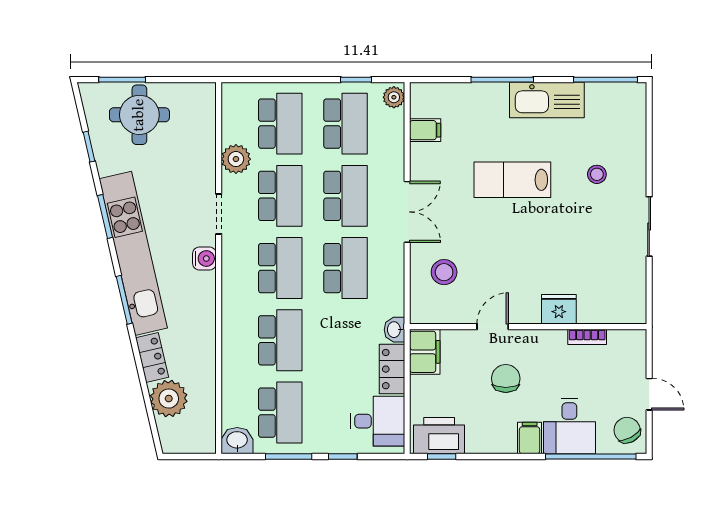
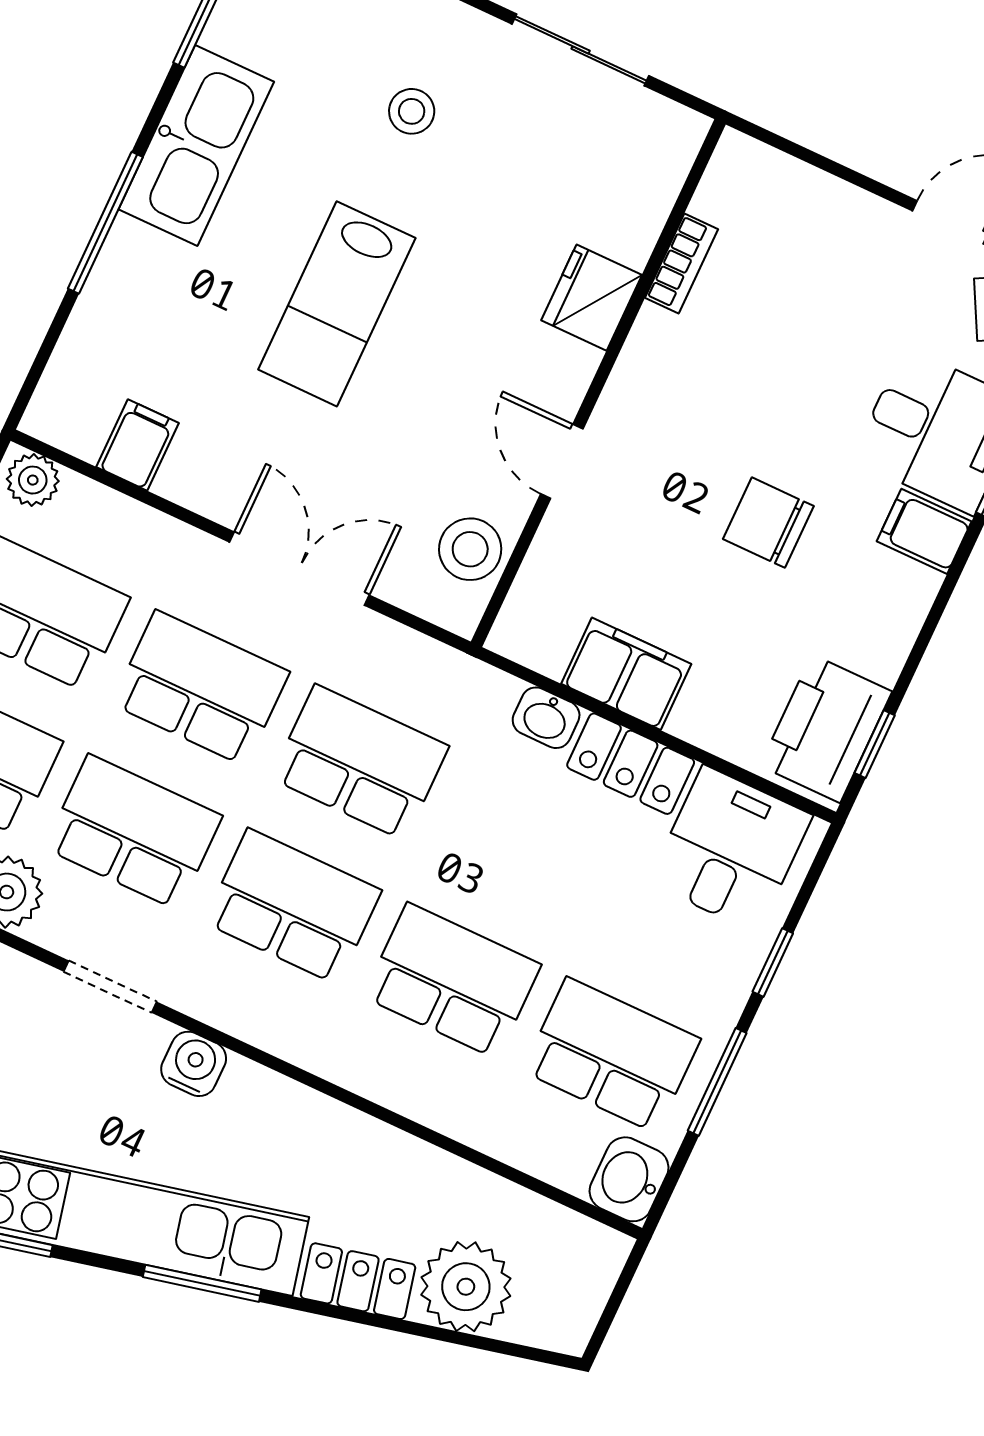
fridge: (559, 309) -> (592, 298), moved
door: (493, 327) -> (562, 461), moved
wall: (528, 327) -> (598, 383), moved
bookcase: (587, 337) -> (682, 263), moved

